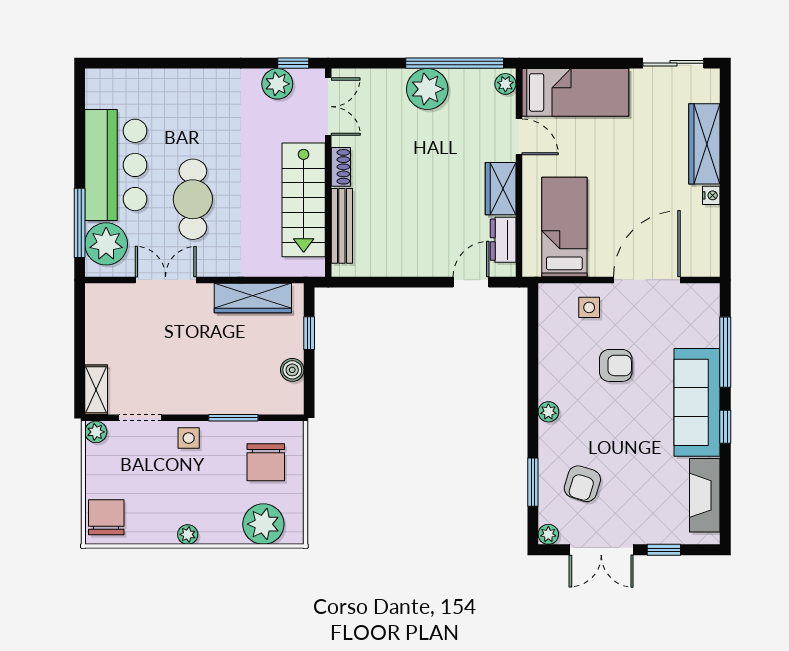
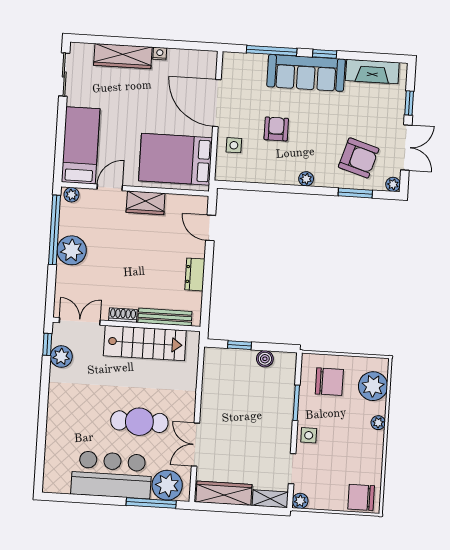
bed: (564, 227) -> (176, 159), width x1.50
dresser: (503, 240) -> (195, 274), moved, turned 90
wardrobe: (253, 298) -> (224, 493), moved, turned -90
armchair: (582, 484) -> (359, 158), width x1.38, depth x1.38
plant: (188, 534) -> (378, 423), moved

